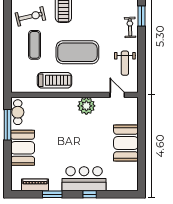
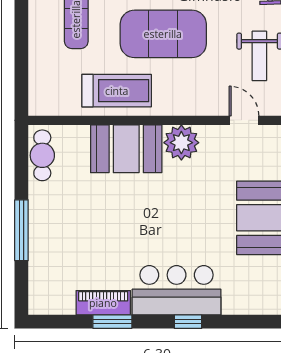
window: (7, 125) -> (21, 230), moved
booth: (23, 148) -> (126, 149), moved, turned 90
piano: (35, 185) -> (103, 303), moved

